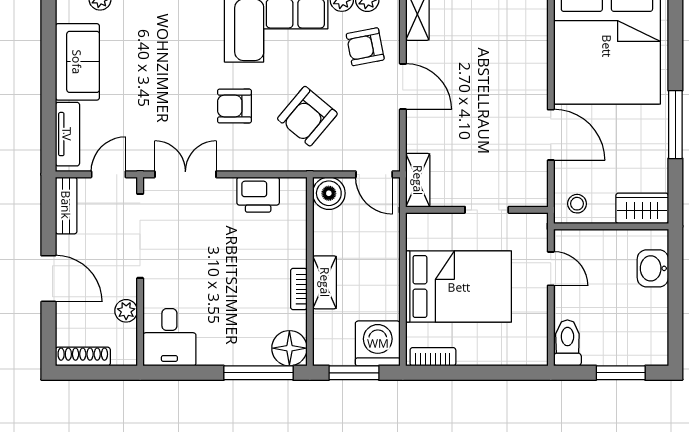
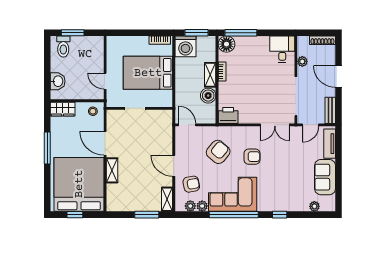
shelving: (418, 180) -> (112, 170), moved
boiler: (329, 193) -> (208, 96), moved
printer: (258, 195) -> (228, 115), moved
toilet: (567, 343) -> (63, 47), moved

